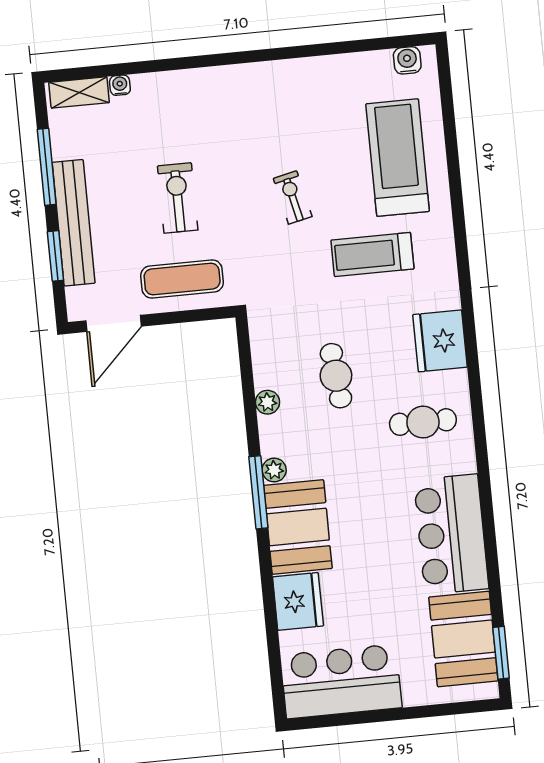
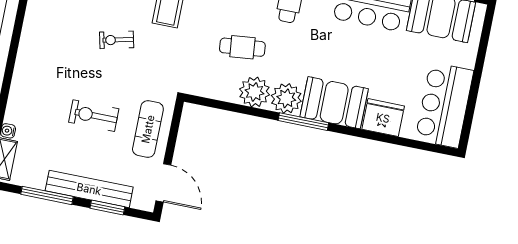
plant: (267, 402) -> (255, 92), width x1.88, depth x1.88
plant: (274, 470) -> (286, 98), width x1.88, depth x1.88

